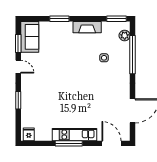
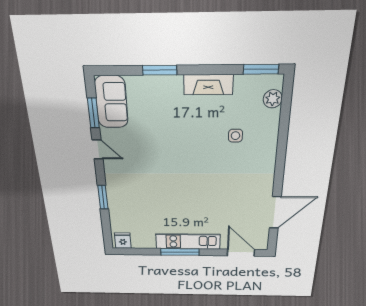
window: (133, 55) -> (283, 131), removed

